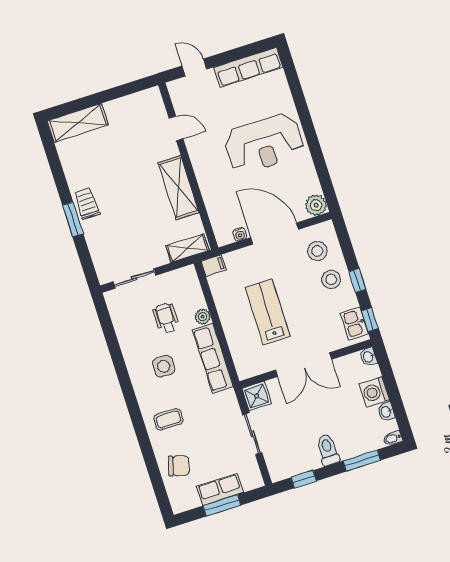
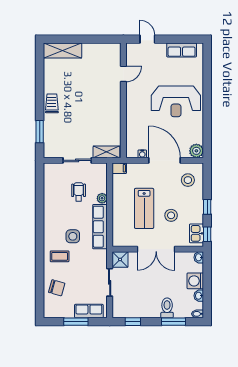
row of seats: (248, 67) -> (182, 50), width x0.68
door: (176, 128) -> (123, 74), hinge flipped
shelving: (179, 188) -> (113, 112), removed
window: (73, 219) -> (40, 132), moved
sliding door: (134, 279) -> (77, 160), moved
stool: (331, 280) -> (171, 215), moved
lab bench: (268, 312) -> (144, 208), turned 180
side table: (164, 366) -> (73, 236), moved
toilet: (328, 450) -> (167, 308), moved
row of seats: (220, 489) -> (89, 311), moved

